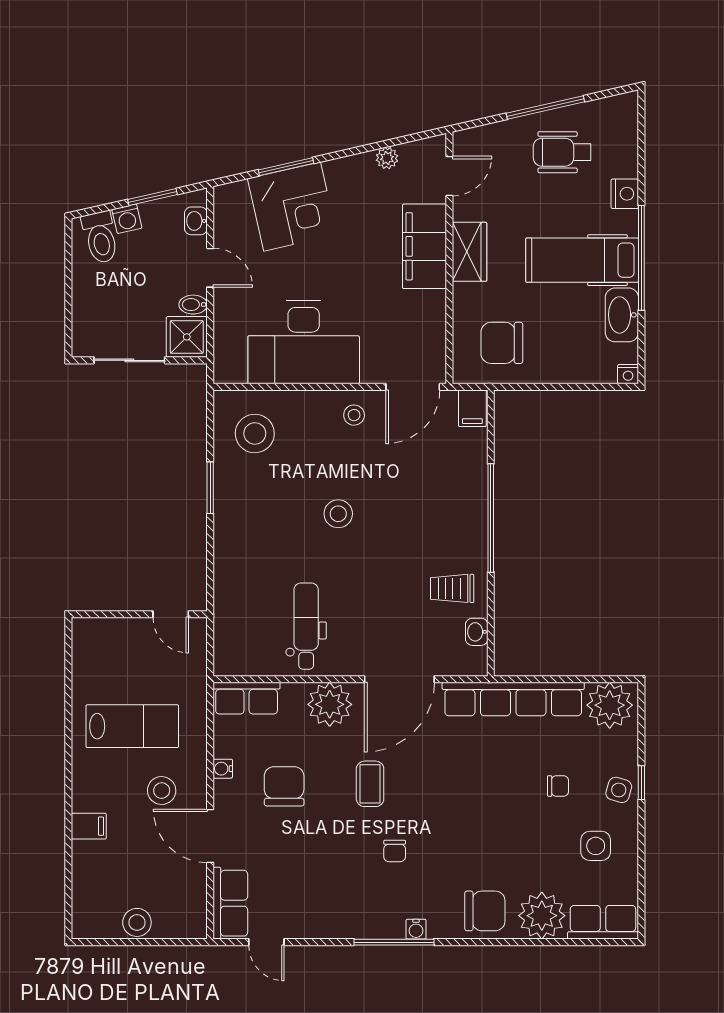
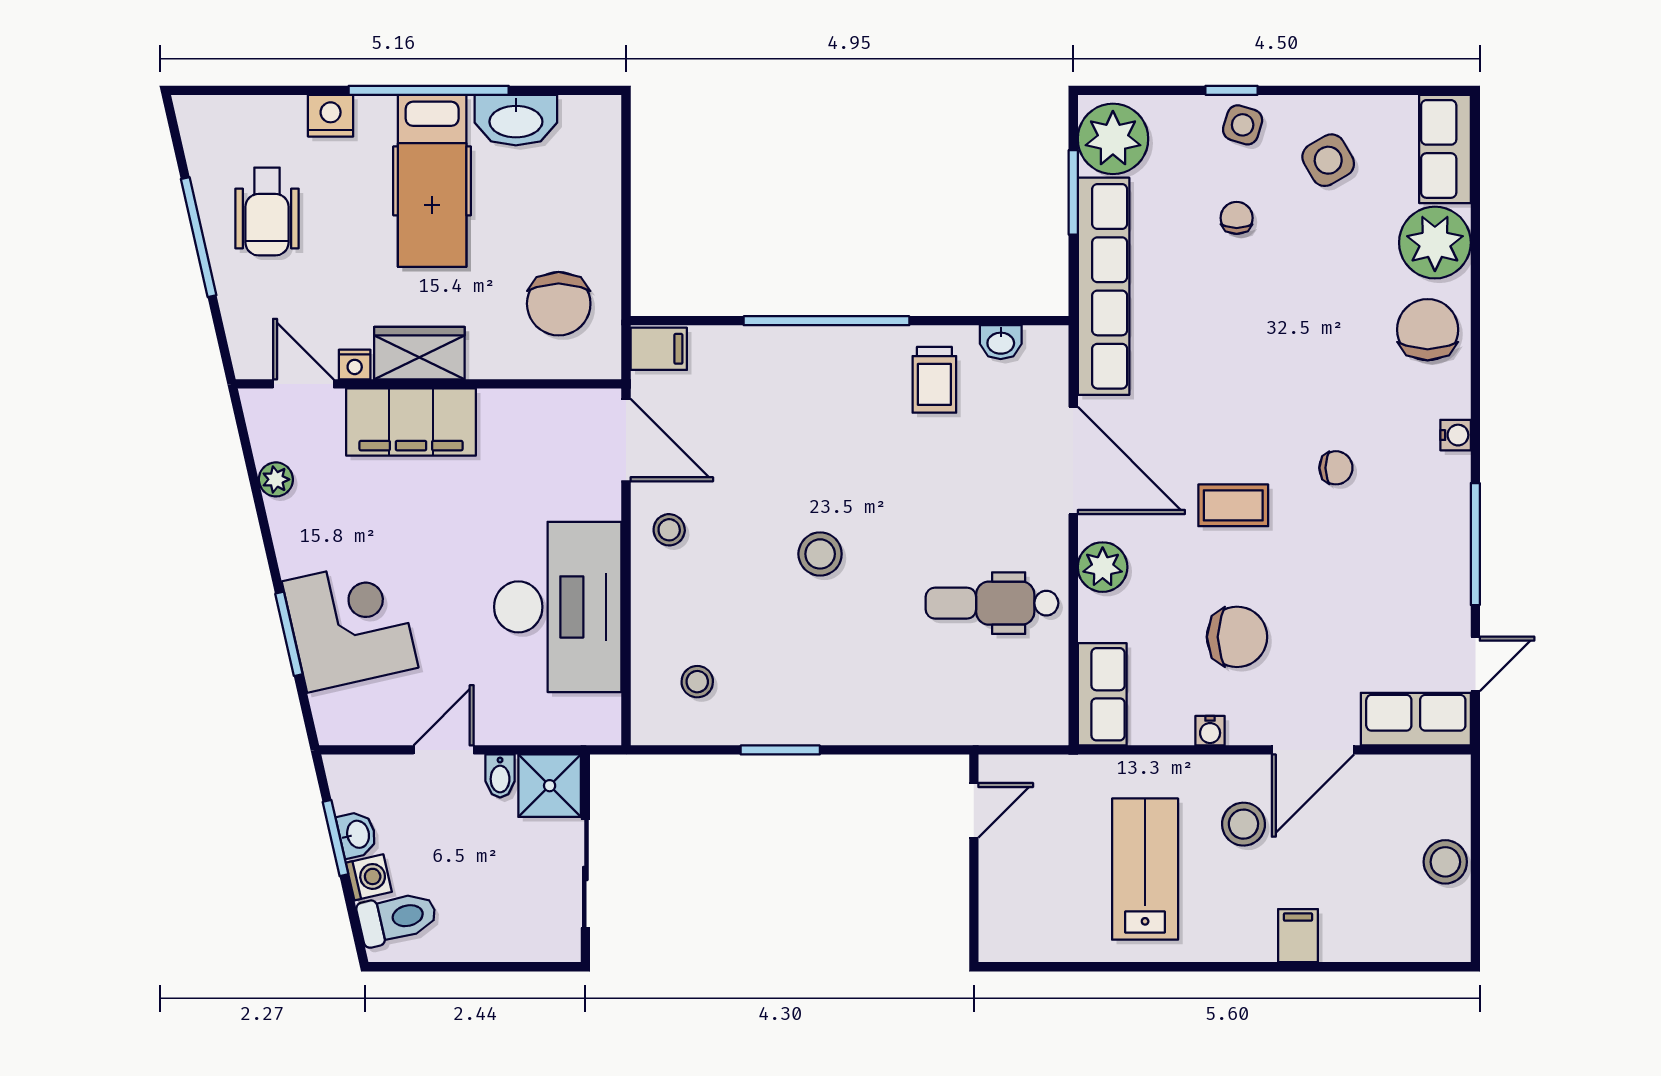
washbasin: (196, 221) -> (357, 834), moved, turned -103
nightstand: (628, 374) -> (355, 365), moved, turned 90
stool: (255, 433) -> (697, 682), width x0.53, depth x0.53
window: (575, 679) -> (1073, 192), added
plant: (330, 704) -> (1103, 567), width x0.73, depth x0.73
chair: (284, 786) -> (1237, 637), turned 180
side table: (596, 846) -> (1328, 160), turned -30
window: (394, 942) -> (1475, 544), moved

